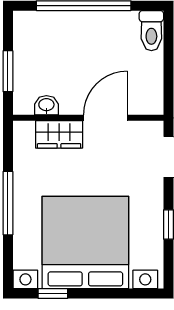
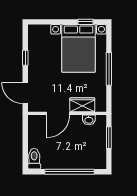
bed with nightstands: (85, 242) -> (79, 48), width x0.73

